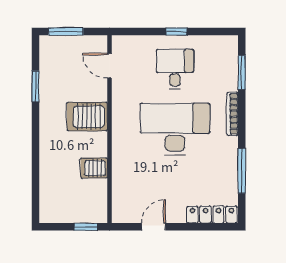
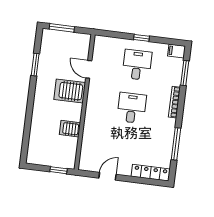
filing cabinet: (227, 44) -> (177, 51), added
door: (110, 66) -> (89, 69), moved
desk: (175, 129) -> (132, 108), width x0.53, depth x0.77

